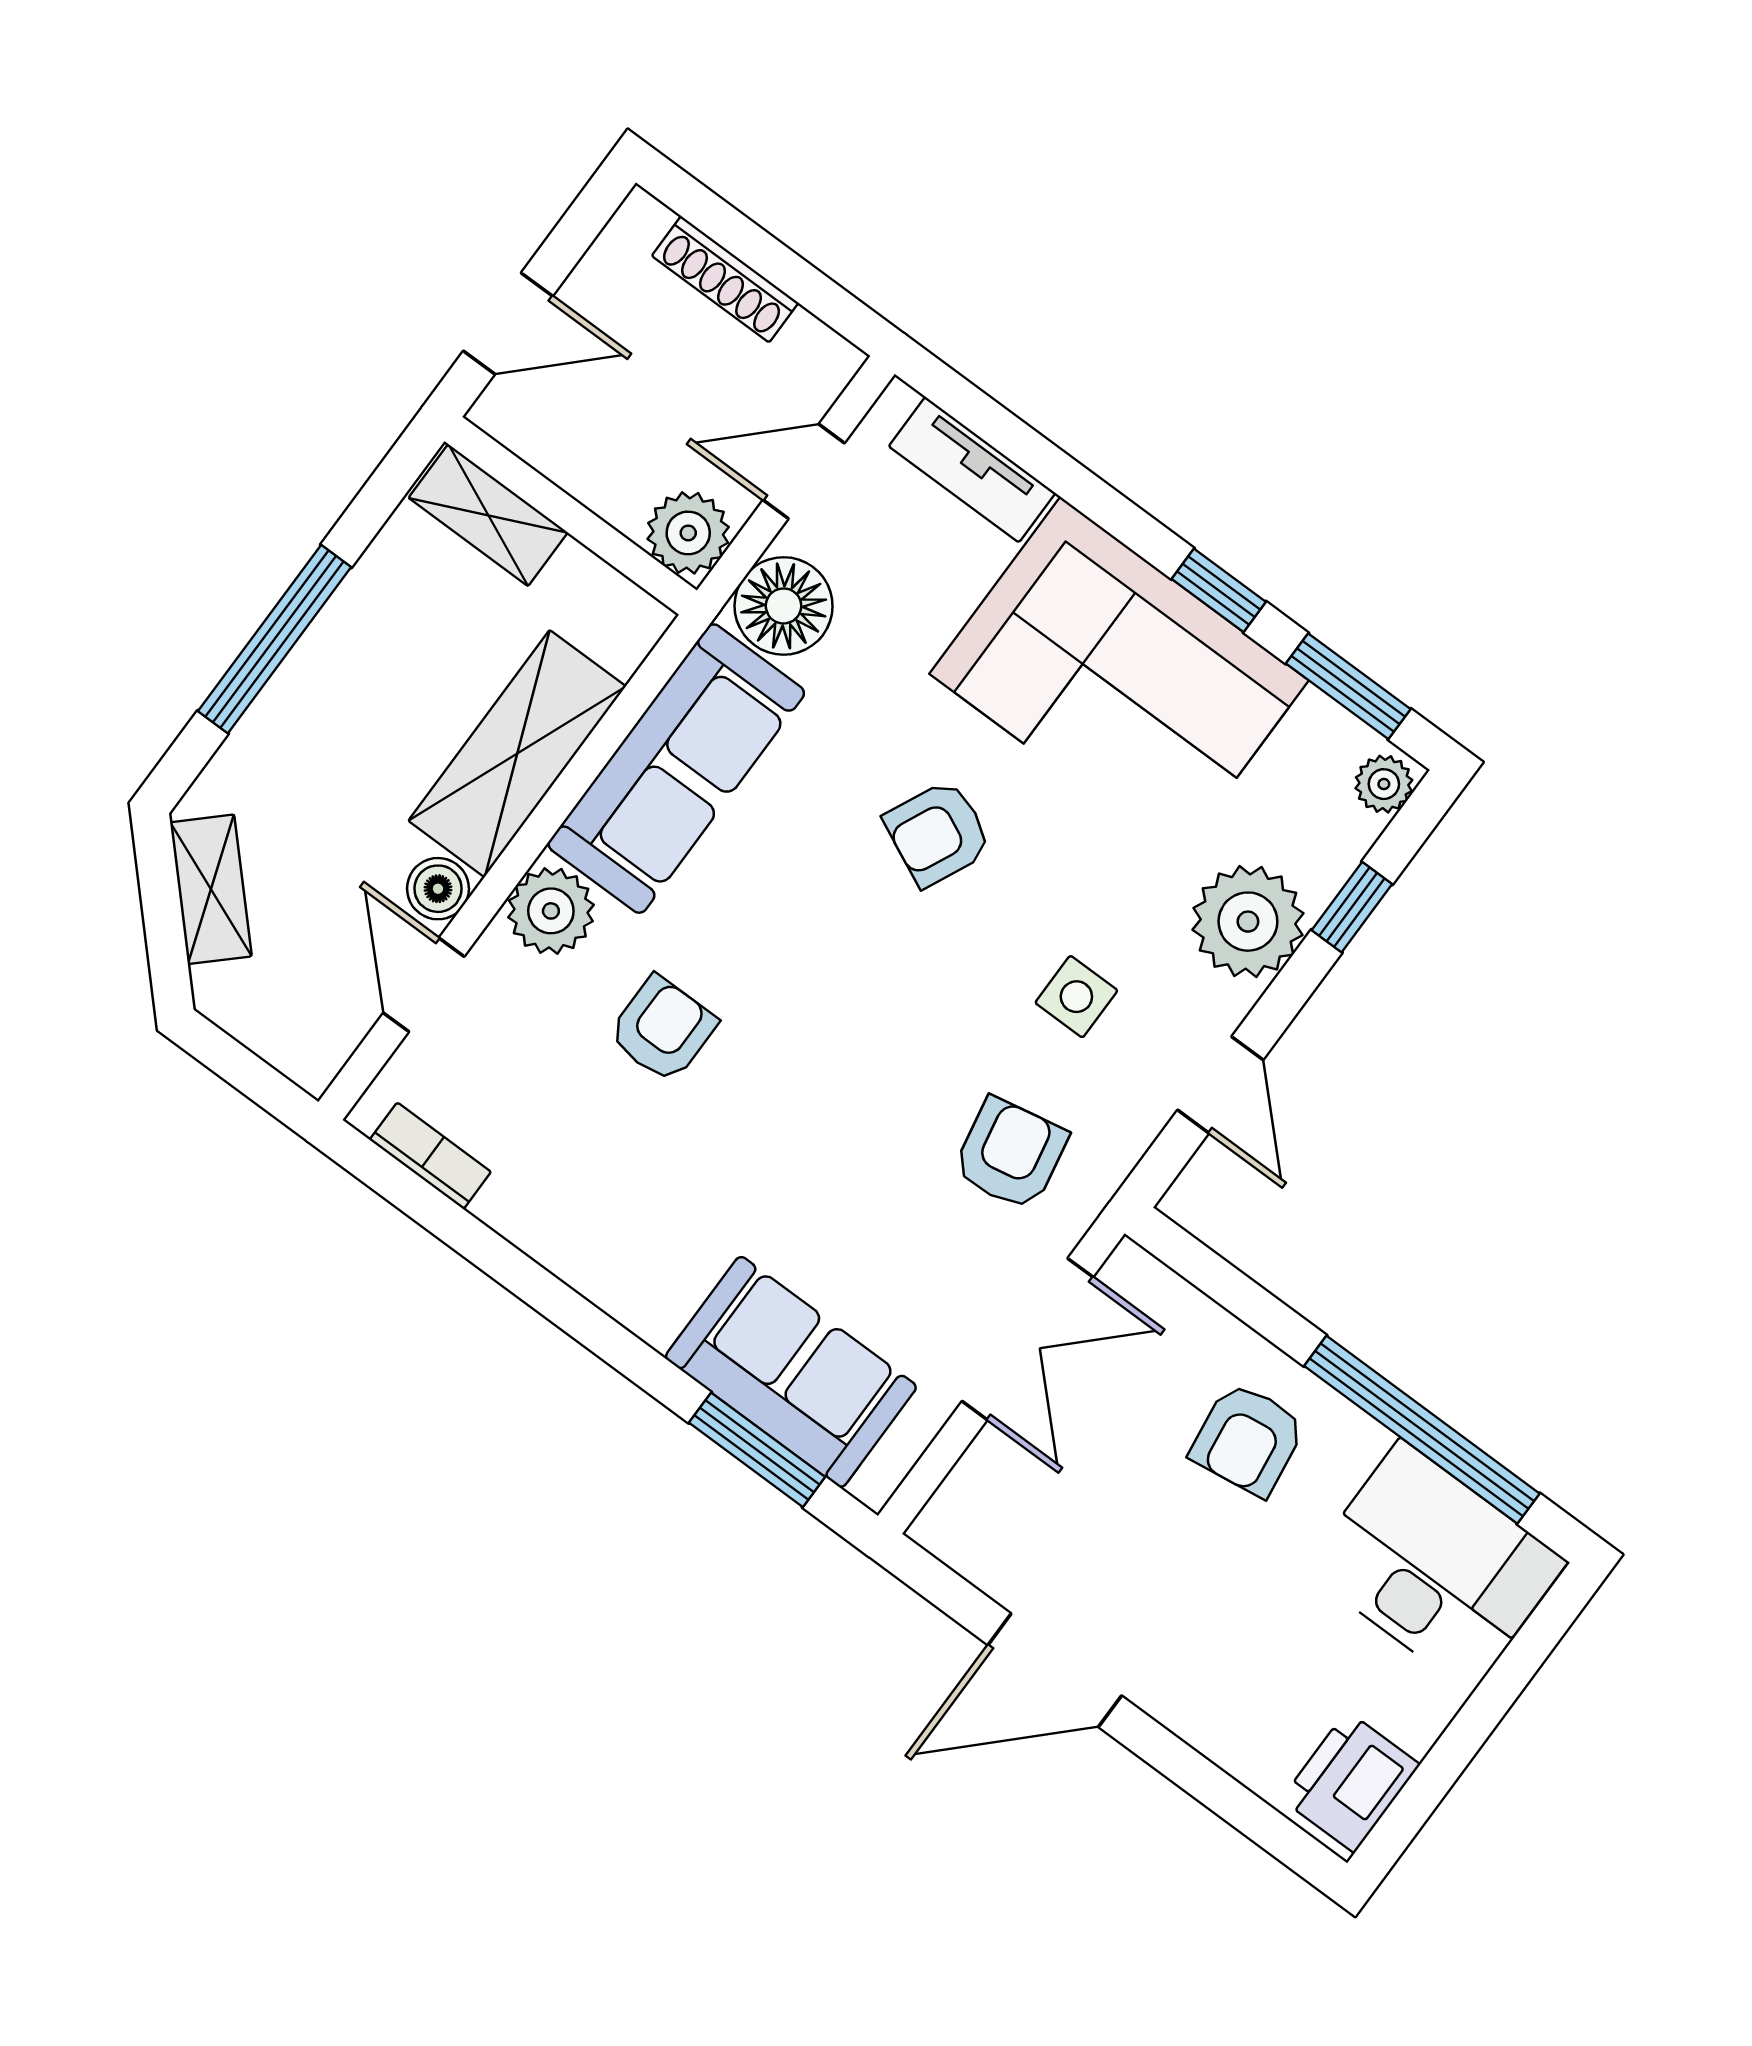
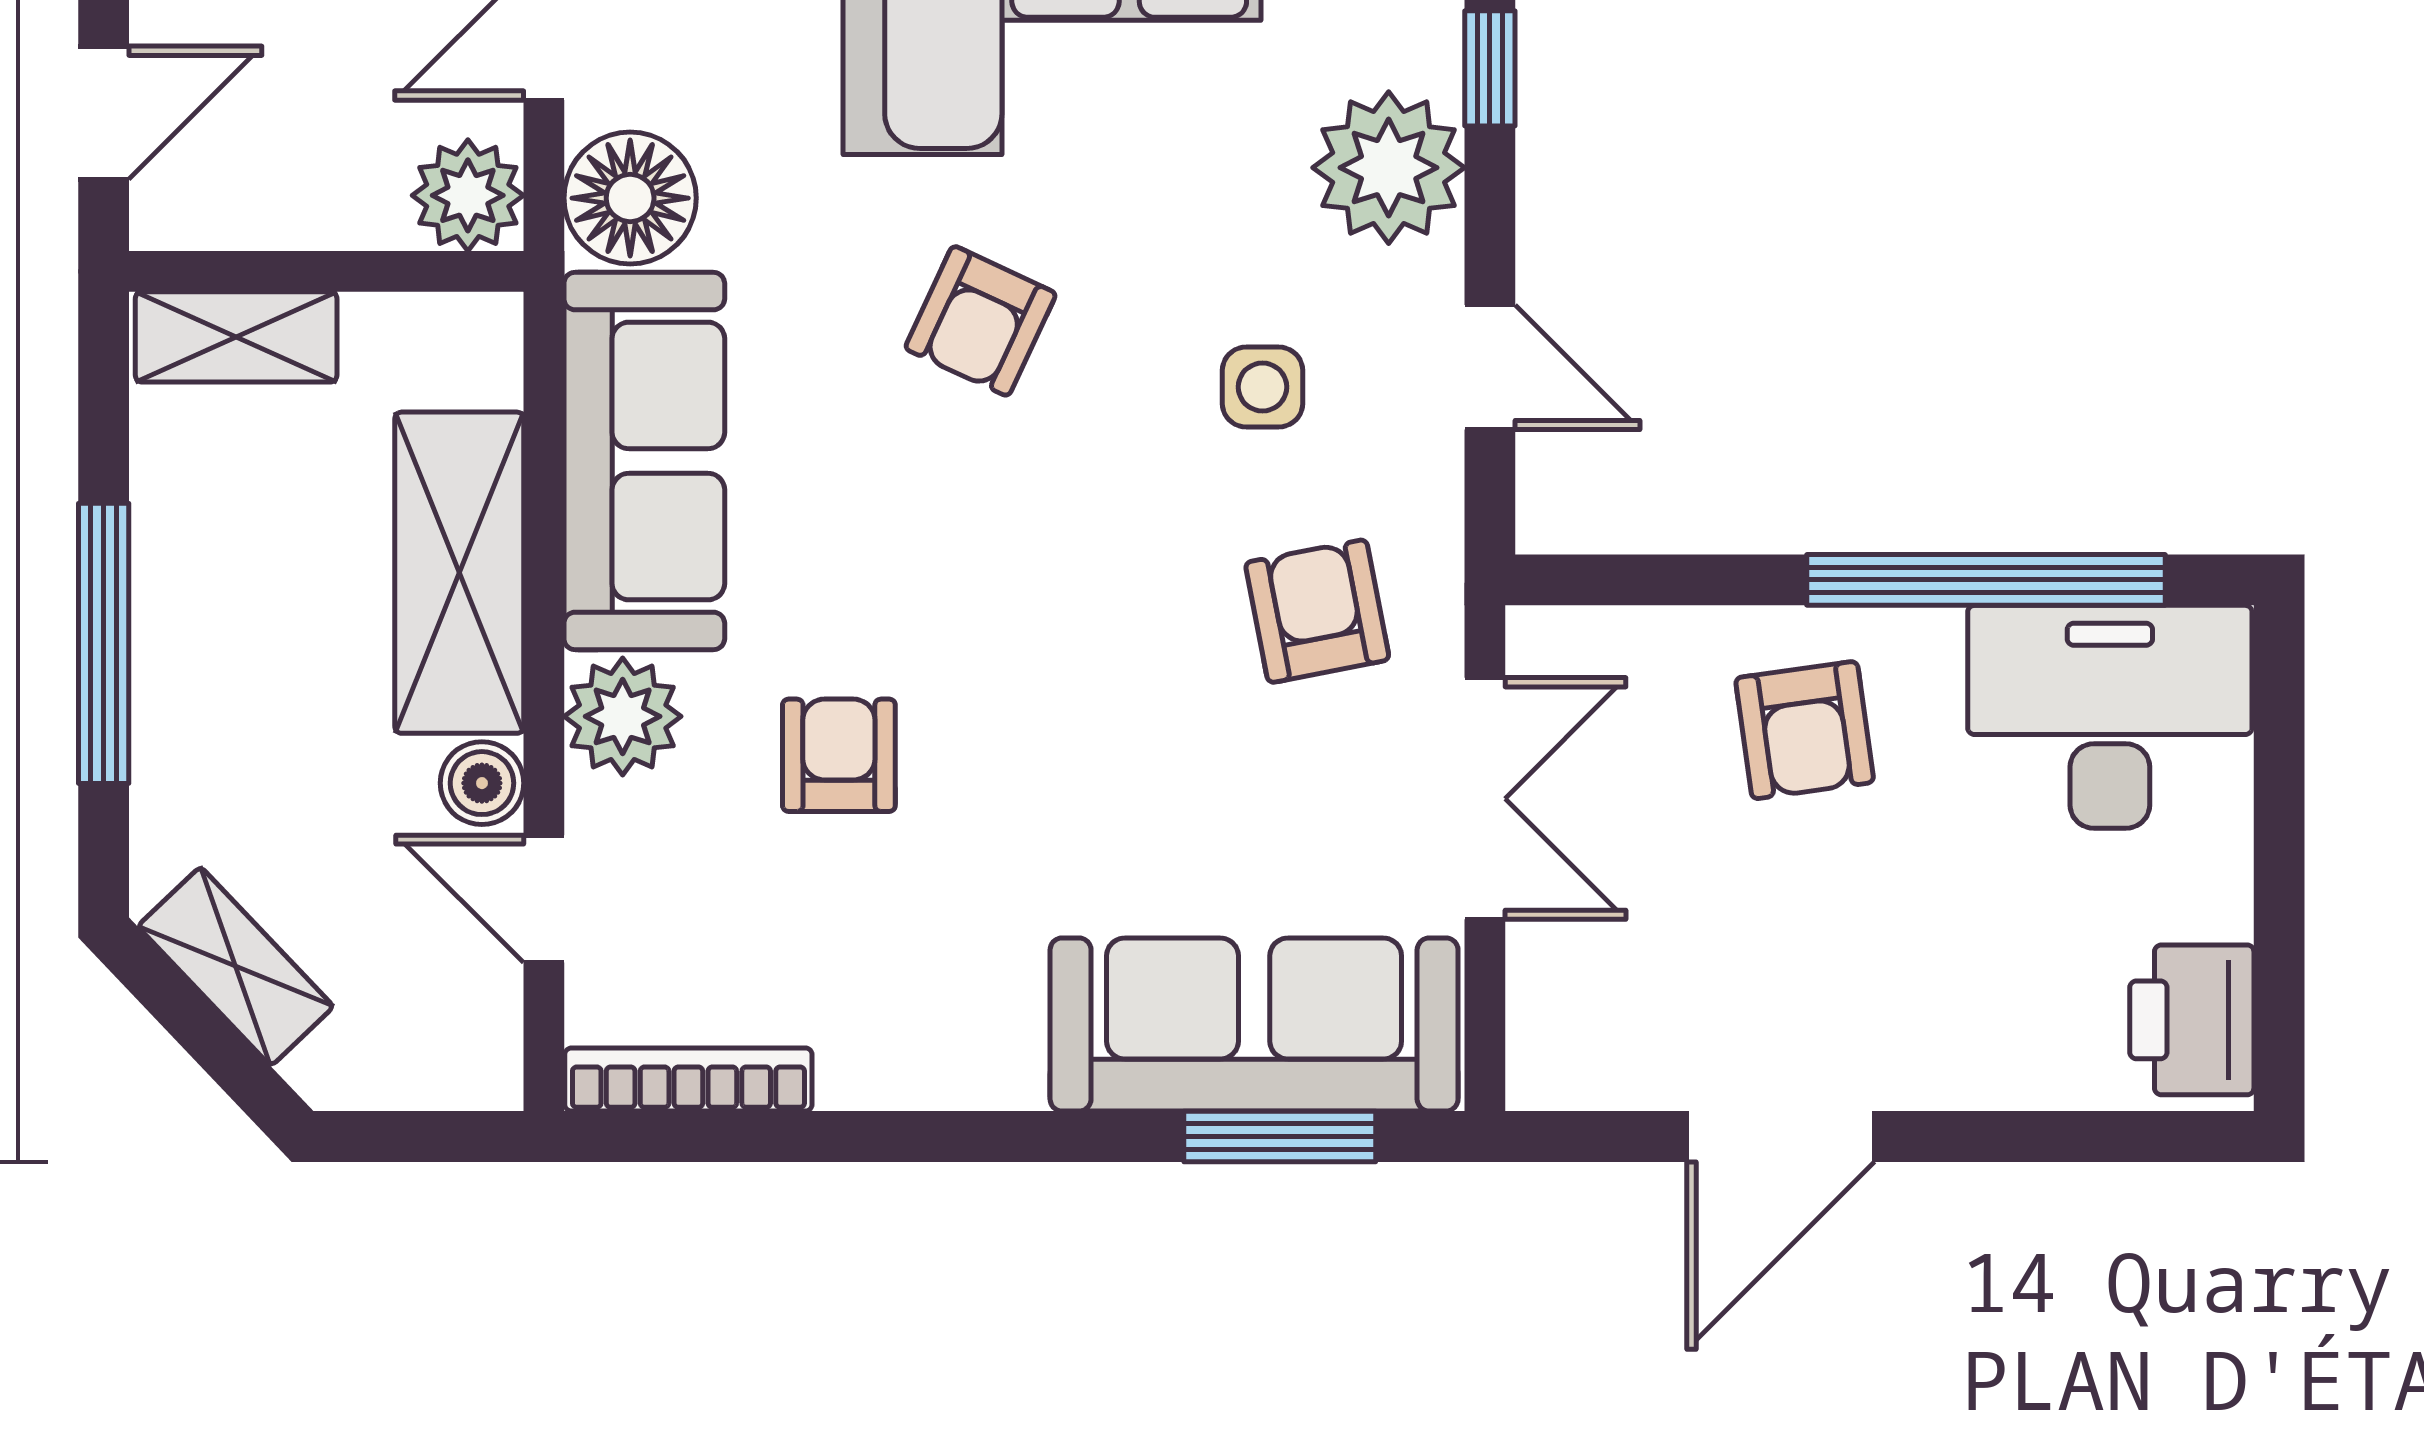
bookcase: (430, 1156) -> (688, 1080), width x1.56
sofa: (791, 1372) -> (1254, 1025), width x1.36

